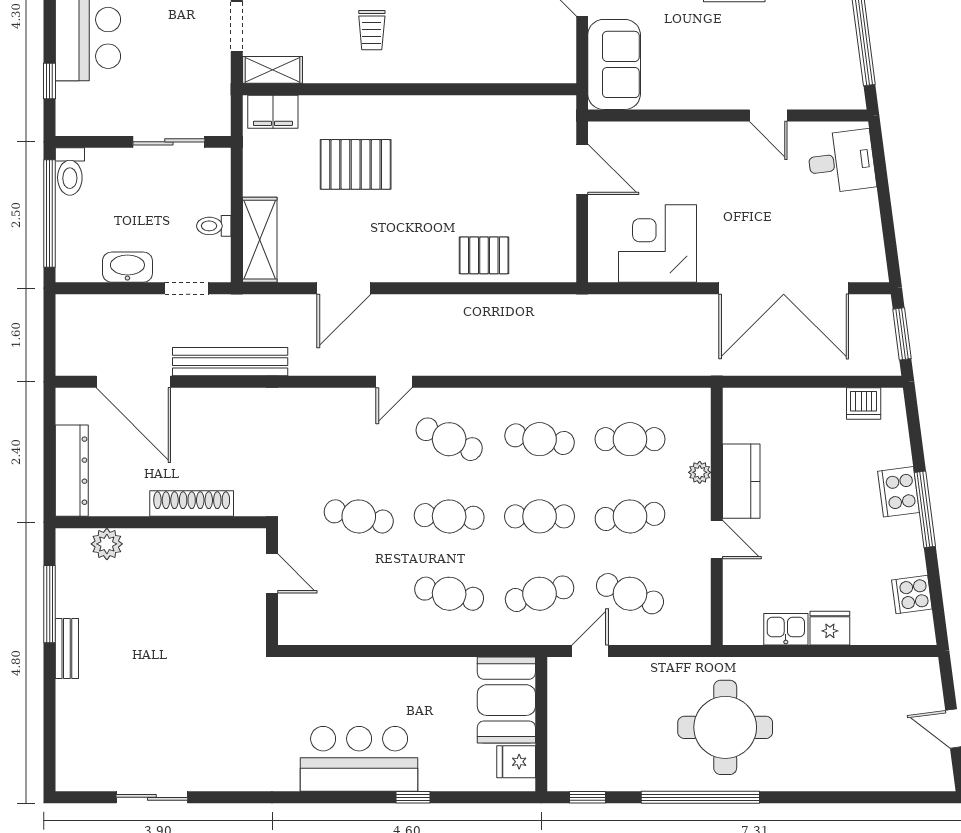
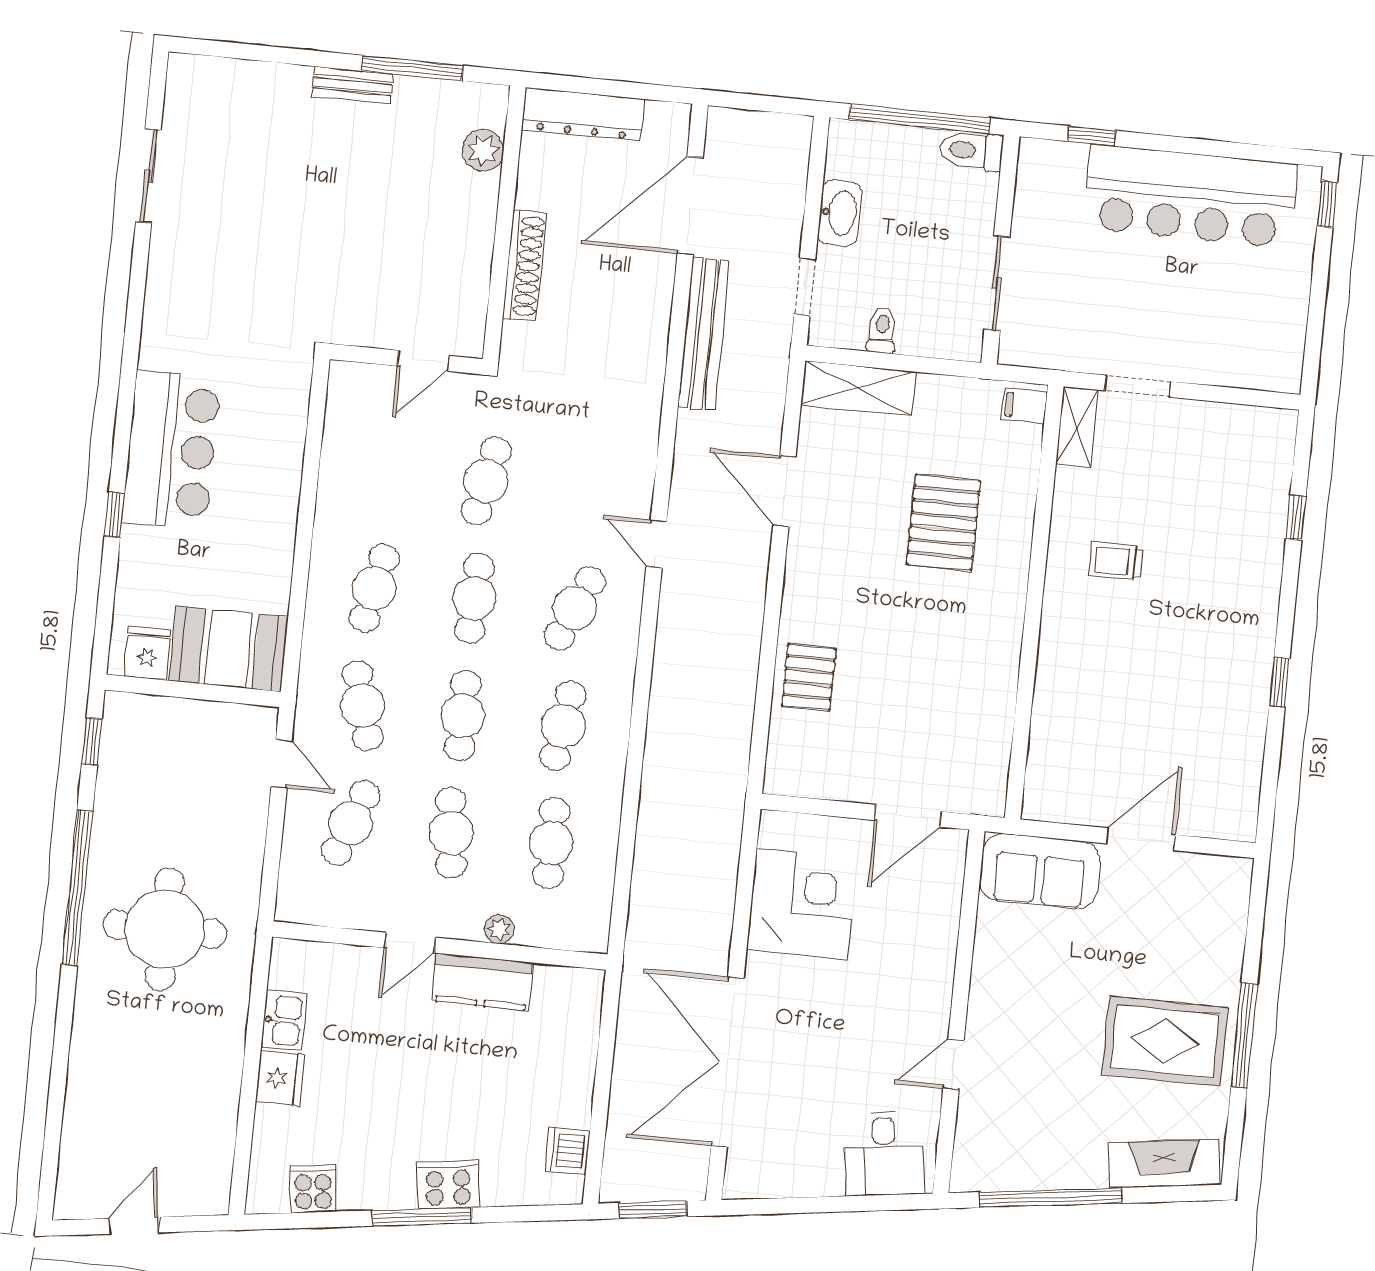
filing cabinet: (273, 112) -> (1024, 406), width x0.50

